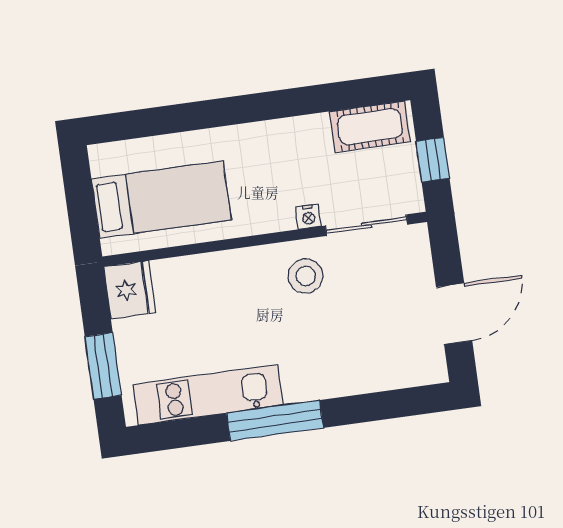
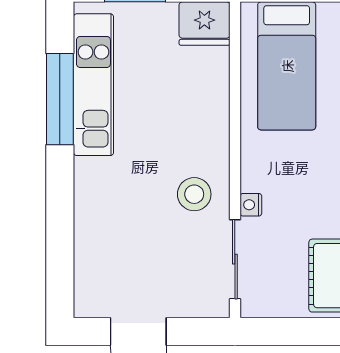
window: (433, 160) -> (289, 331), removed
window: (275, 420) -> (60, 99), moved

